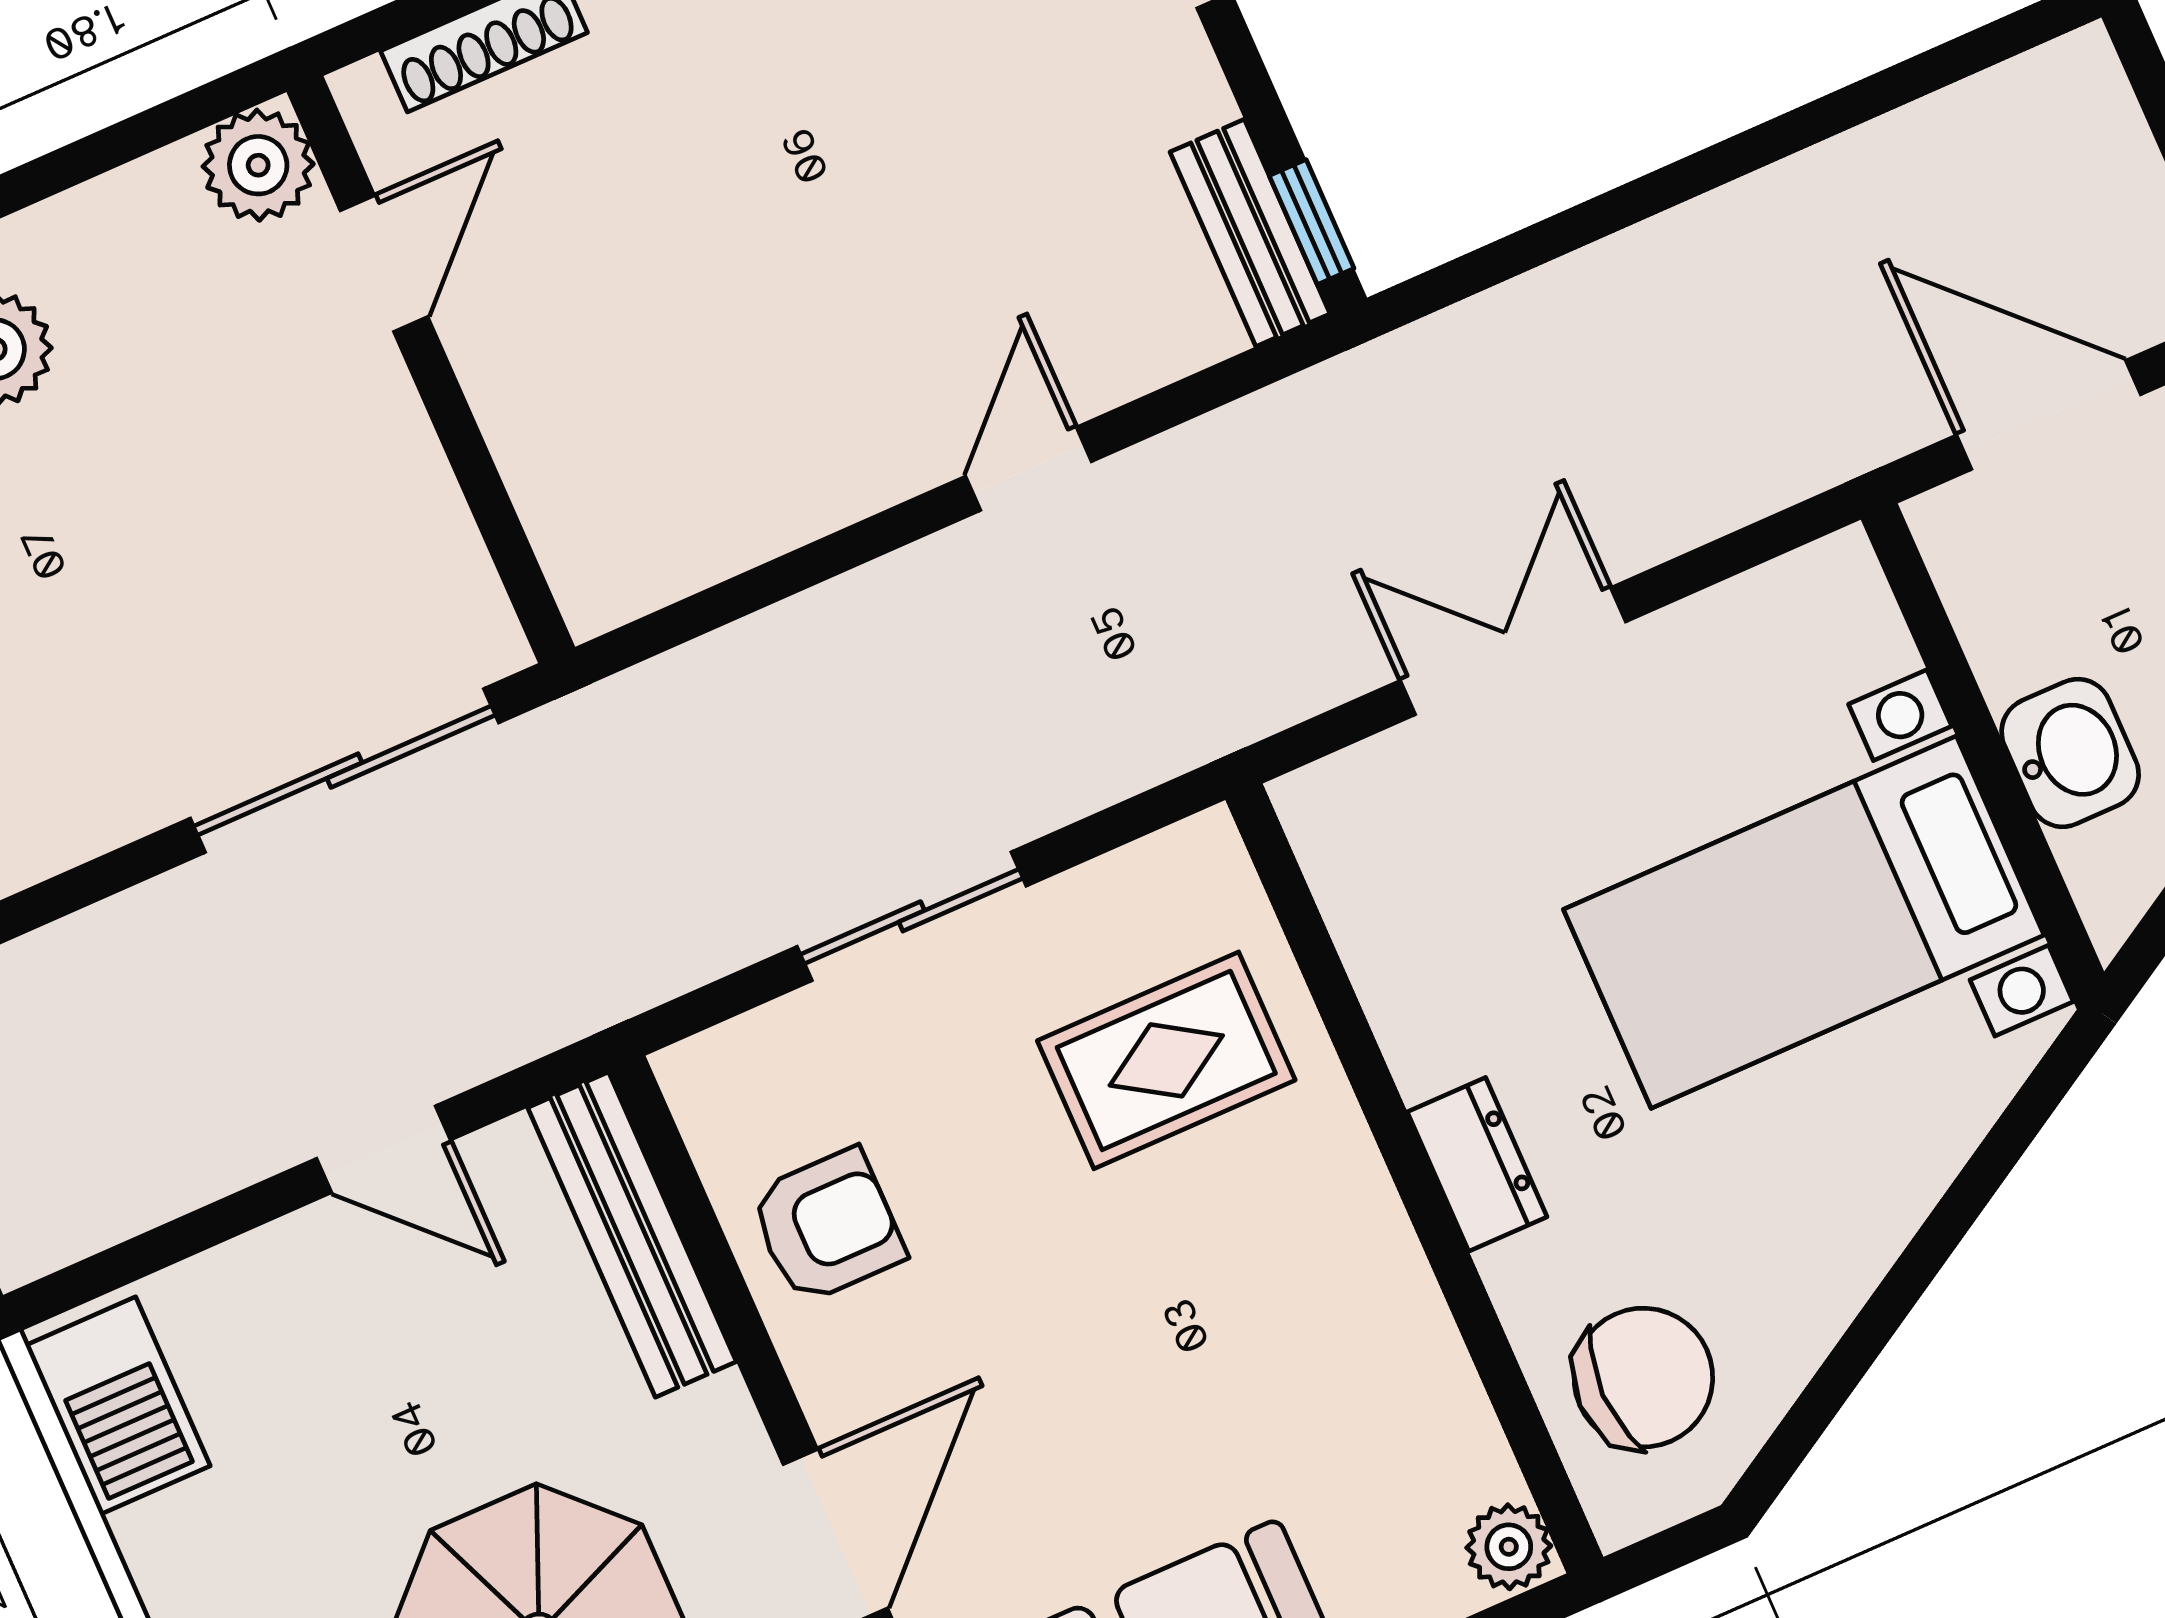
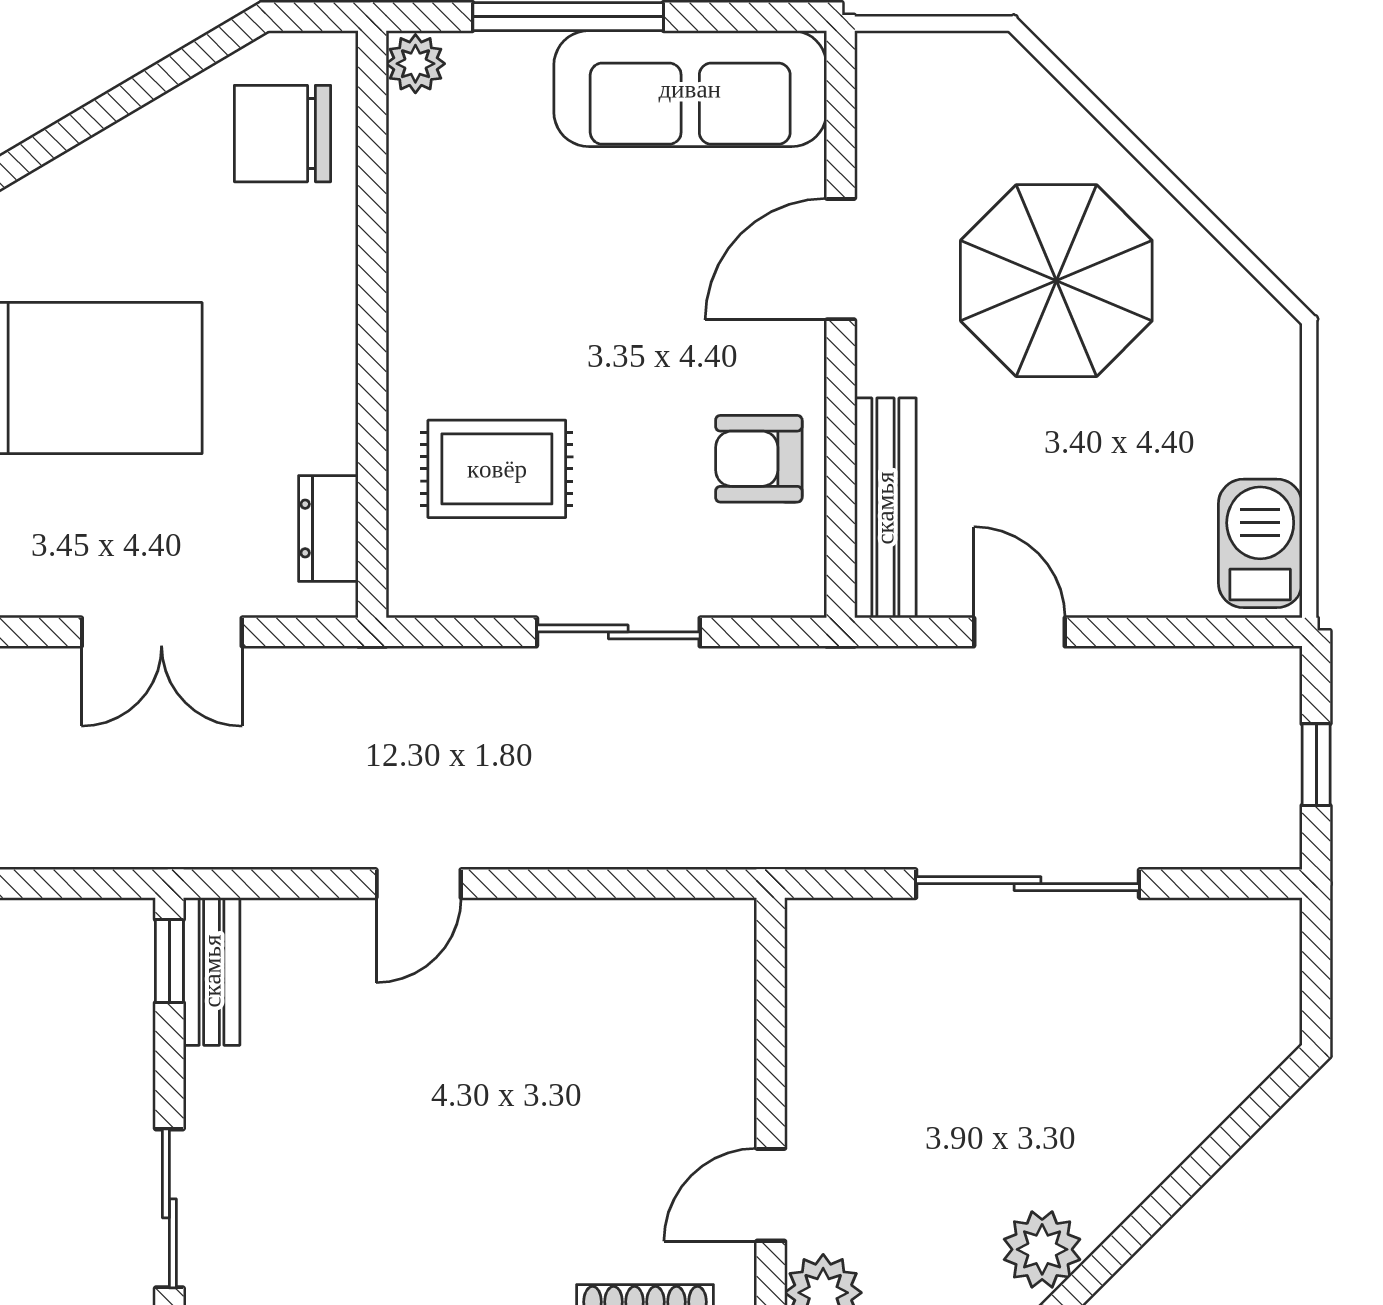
sliding door: (344, 771) -> (1028, 884), moved
dresser: (1477, 1164) -> (328, 529), moved

